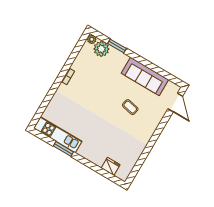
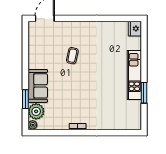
sofa: (145, 76) -> (38, 86), moved, width x0.73
kitchen unit: (58, 135) -> (134, 75), moved
fridge: (111, 166) -> (135, 29), moved

